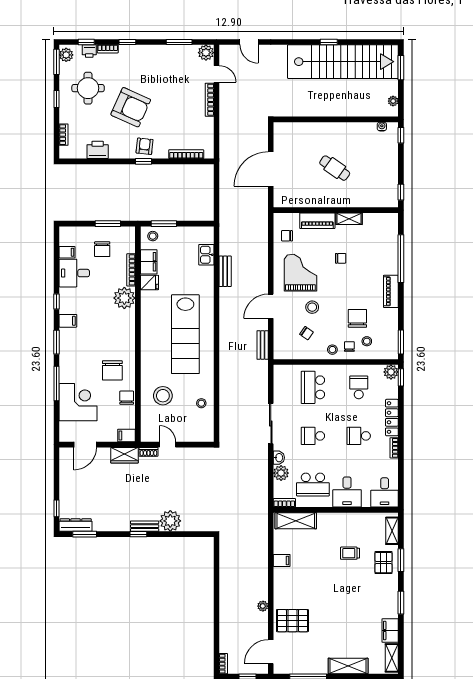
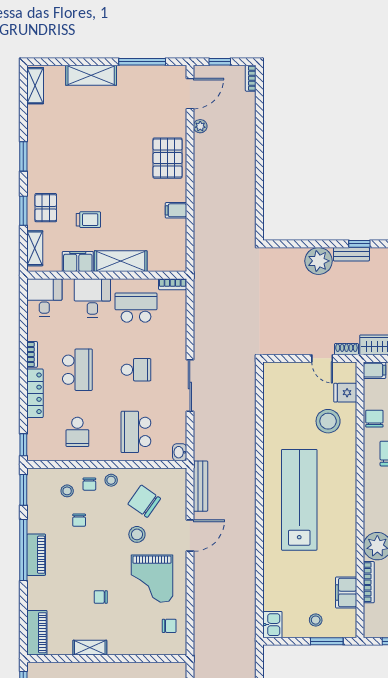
piano: (317, 221) -> (37, 633), moved, turned 90
stool: (153, 236) -> (316, 620), moved
kitchen sink: (206, 255) -> (272, 625), moved
window: (401, 259) -> (23, 550), moved
bench: (225, 271) -> (248, 580), removed
fridge: (149, 283) -> (345, 393), moved
chair: (357, 318) -> (79, 520), width x0.54, depth x0.54
chair: (306, 333) -> (144, 501), width x1.87, depth x1.87
bench: (263, 345) -> (201, 486), width x1.36
plant: (391, 372) -> (36, 452), removed
school desk: (313, 387) -> (136, 432), turned 180
chair: (127, 398) -> (374, 419), turned 180
stool: (201, 403) -> (279, 412), removed
school desk: (359, 436) -> (77, 370), width x1.85
washbasin: (279, 458) -> (180, 452), moved
plant: (281, 473) -> (177, 322), removed
shelving: (296, 521) -> (121, 261), moved
plant: (263, 606) -> (200, 126), moved
pallet: (292, 621) -> (168, 158), moved, turned 90
filing cabinet: (390, 631) -> (78, 261), moved, turned -90

